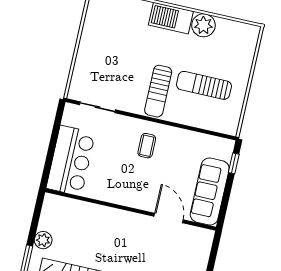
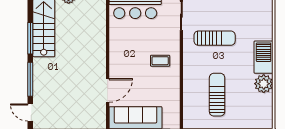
sun lounger: (158, 91) -> (215, 38), moved, turned 180

